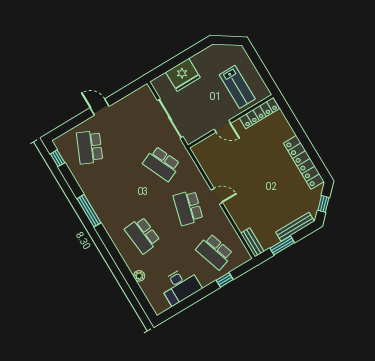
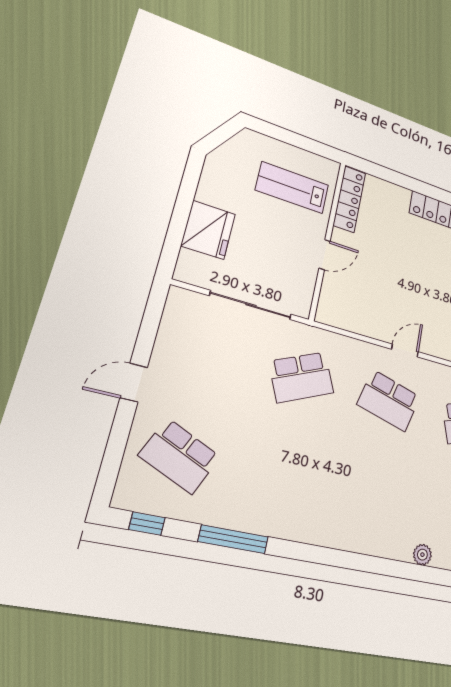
lab bench: (237, 87) -> (292, 188), turned 180
window: (89, 211) -> (233, 539), moved
school desk: (142, 235) -> (373, 498), removed

